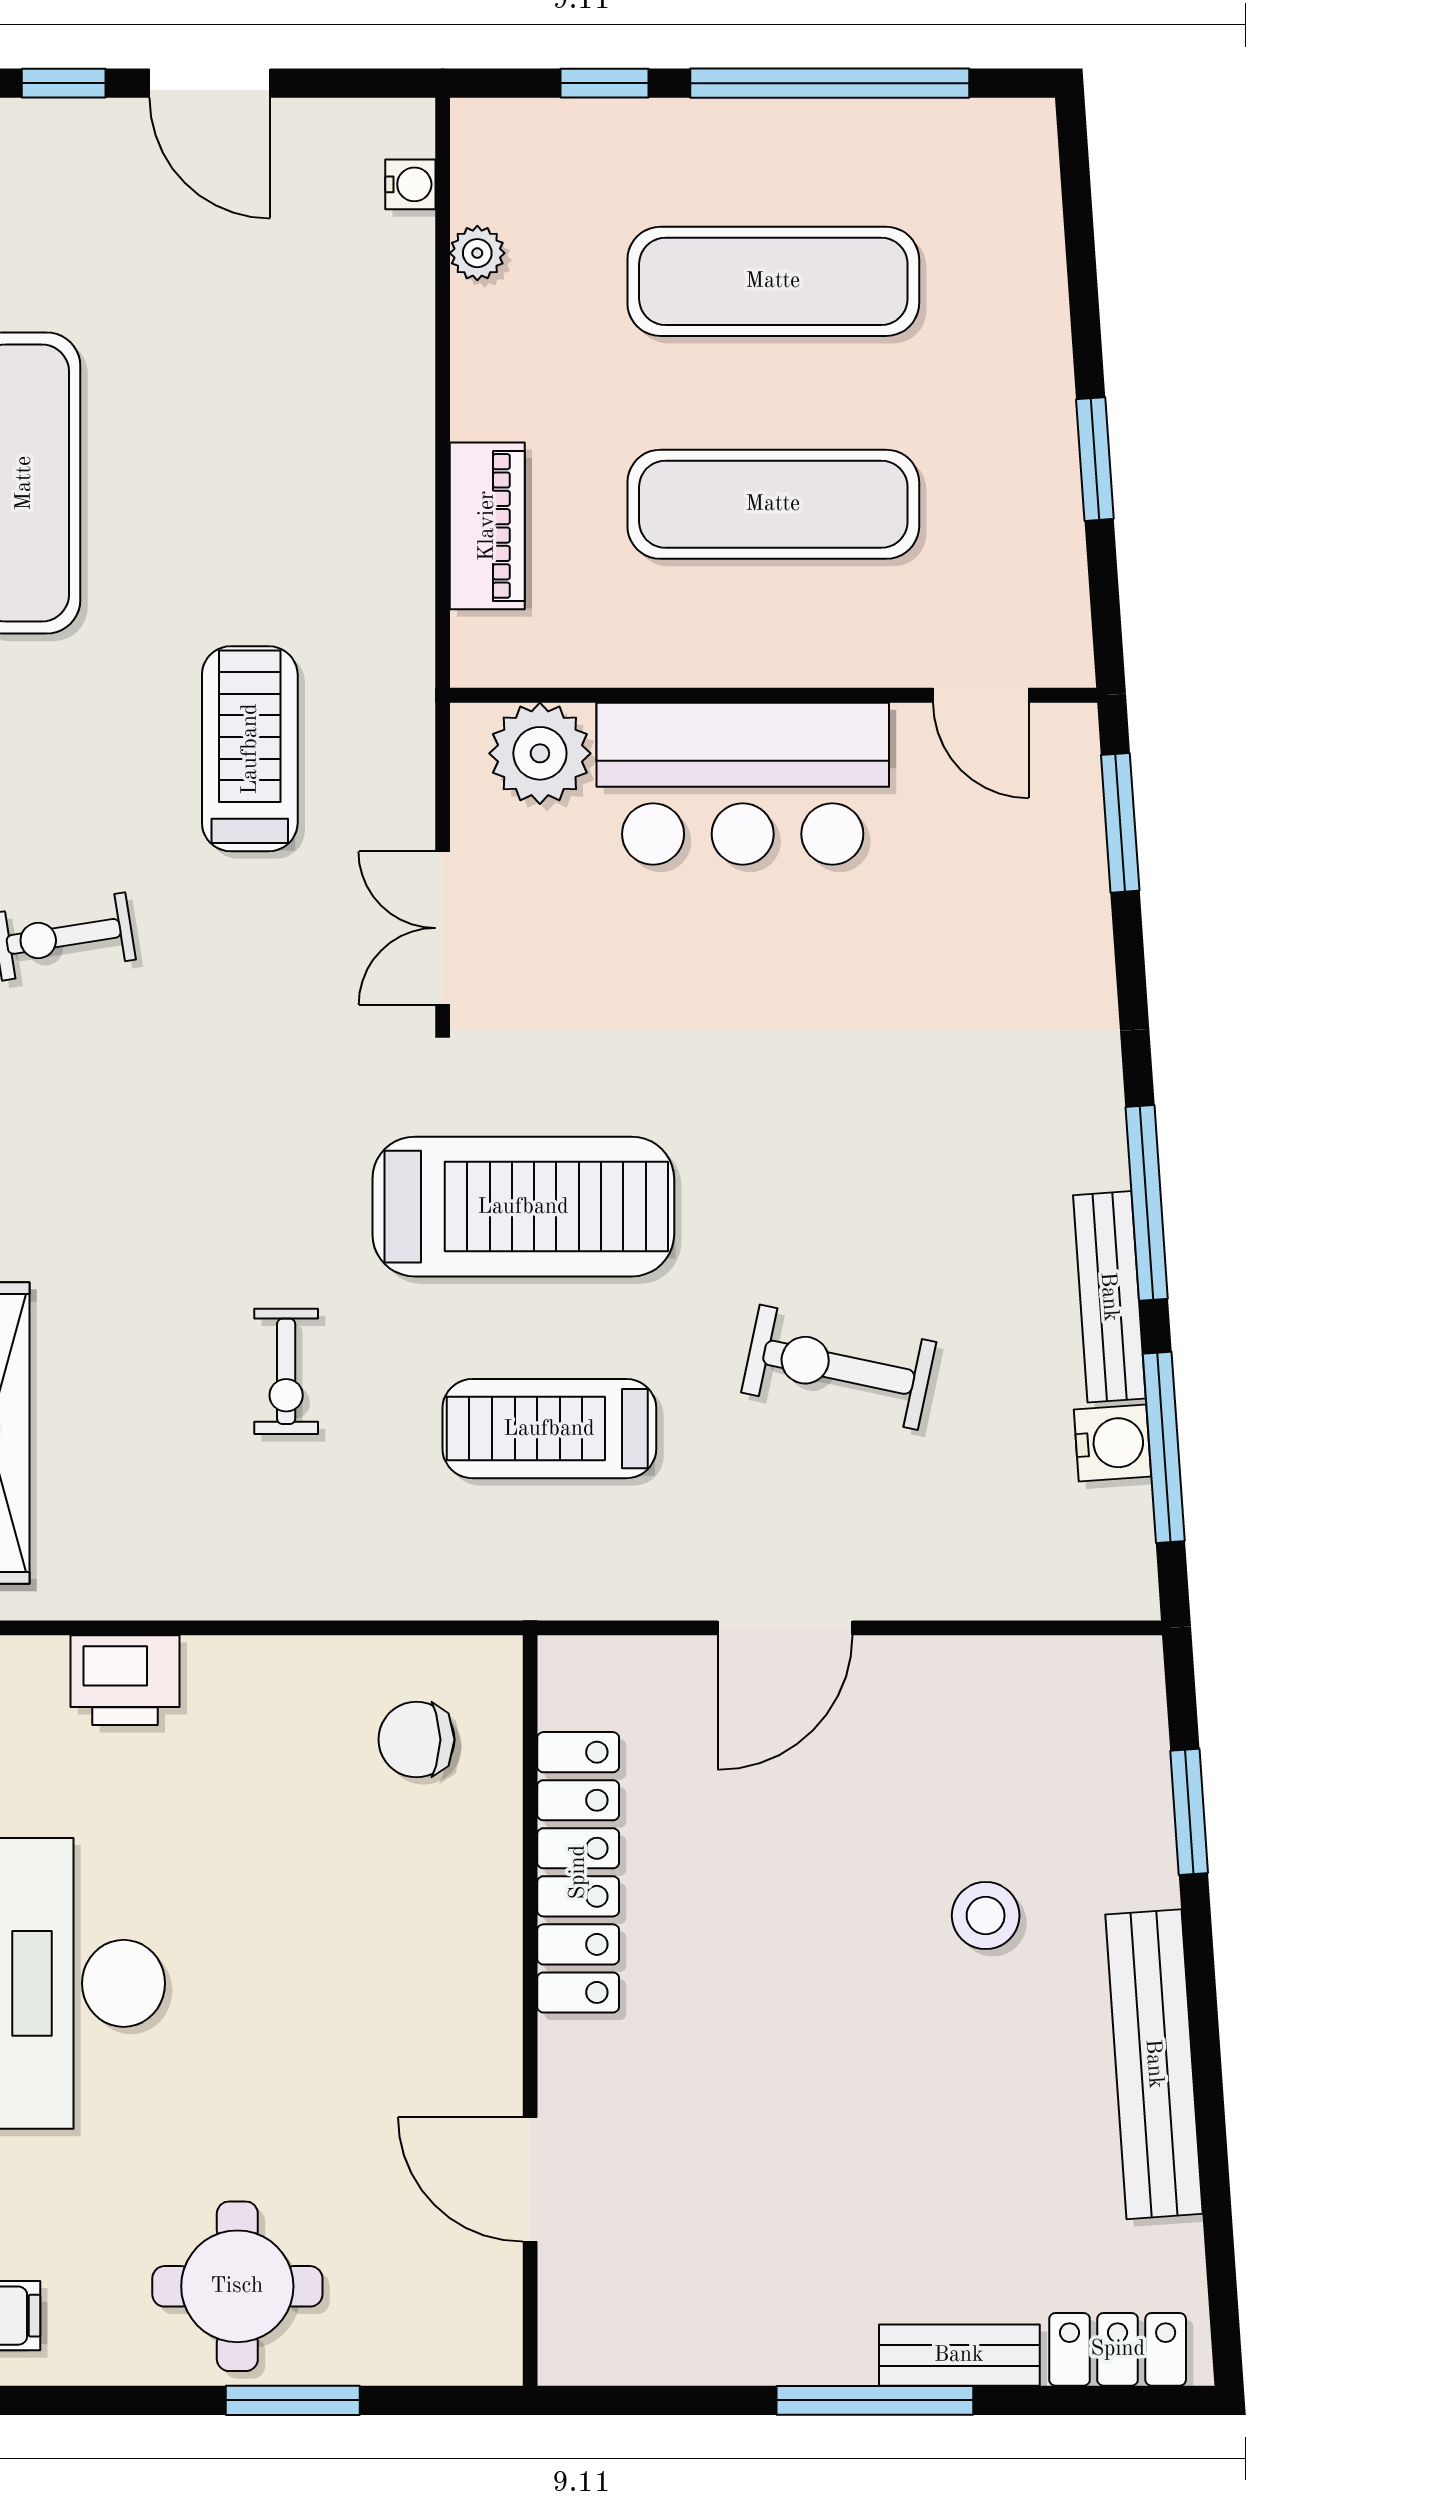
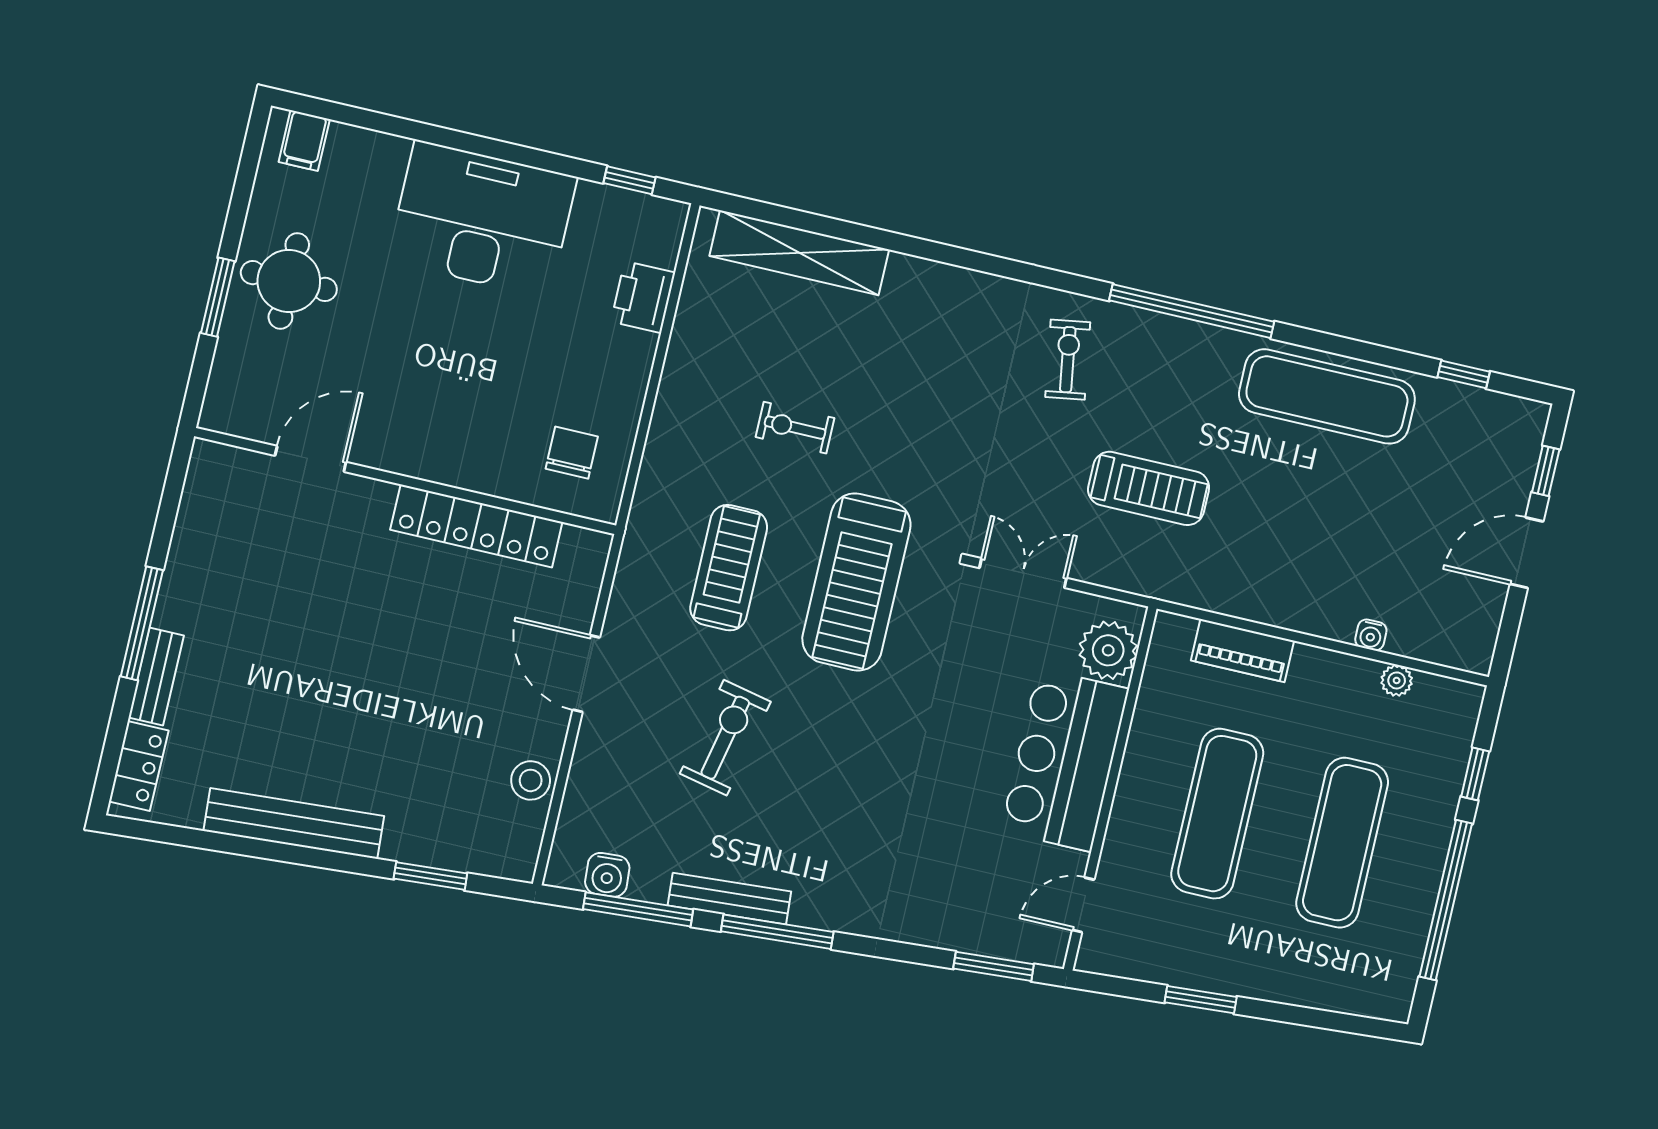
water cooler: (410, 184) -> (1371, 635), moved
water cooler: (1113, 1443) -> (607, 875), moved
stool: (986, 1916) -> (531, 780), moved

